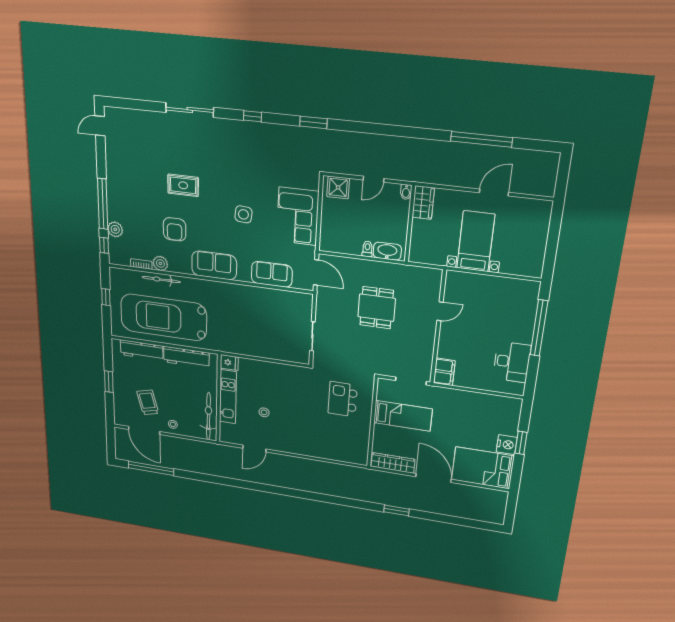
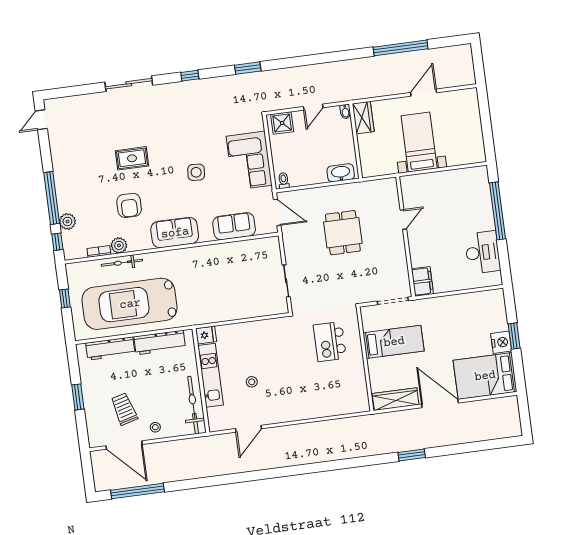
toilet: (367, 249) -> (284, 181), moved

